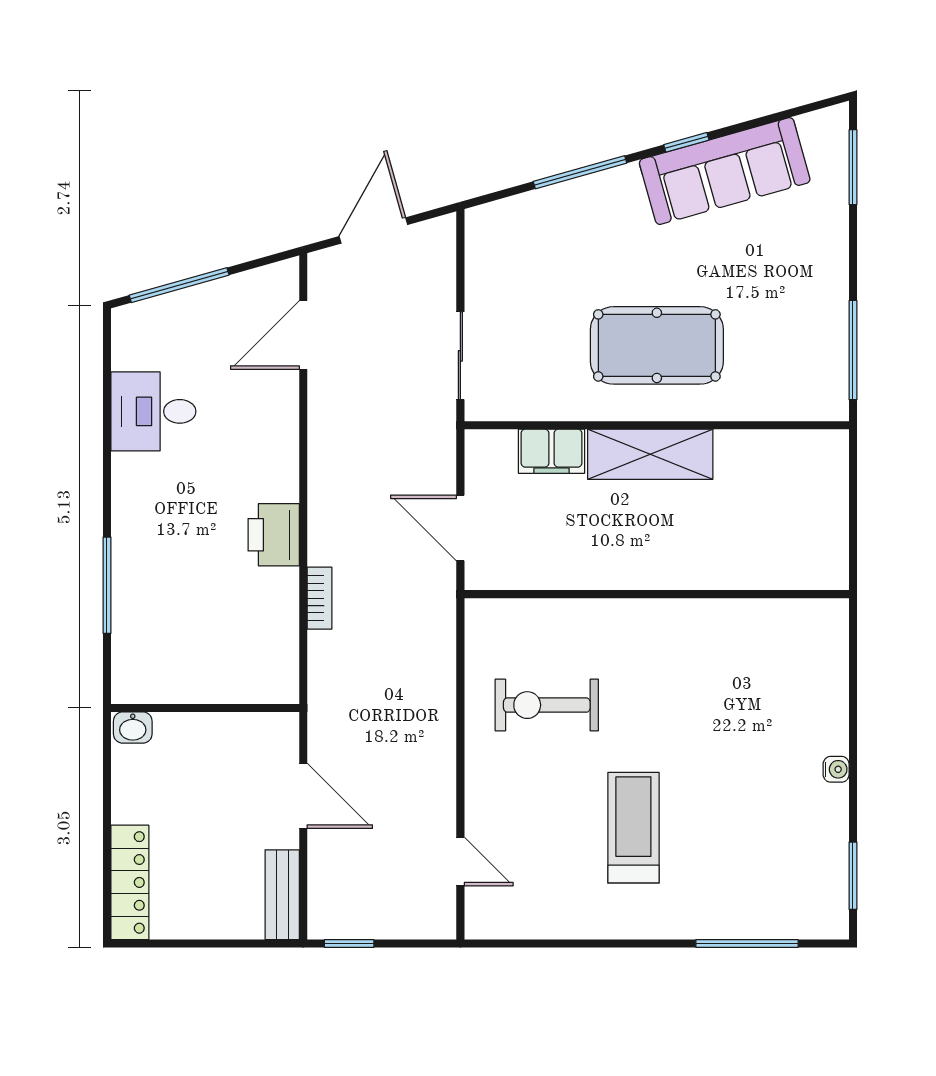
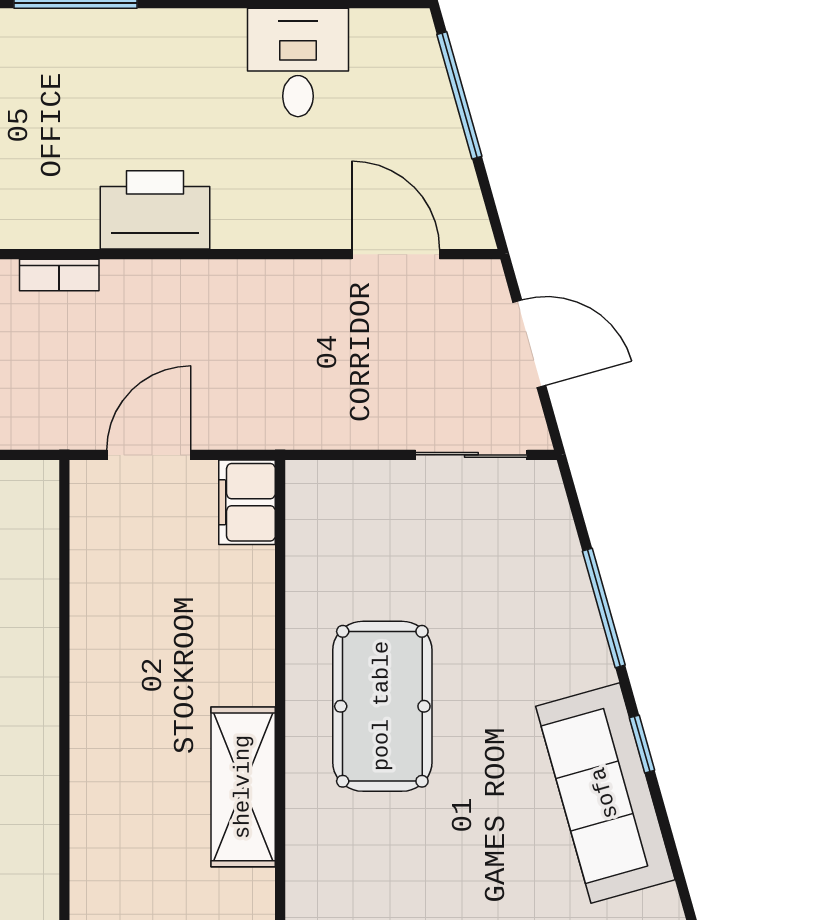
sliding door: (460, 356) -> (471, 455), moved
filing cabinet: (551, 451) -> (247, 502), moved
shelving: (650, 454) -> (243, 787), moved
printer: (274, 535) -> (155, 210), width x1.37, depth x1.19

